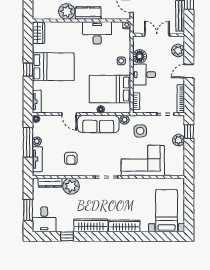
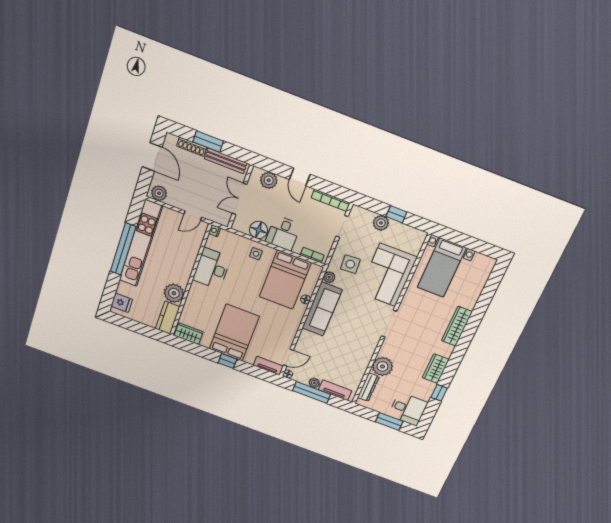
kitchen counter: (88, 13) -> (168, 318), moved
door: (69, 114) -> (288, 358), moved
window: (189, 132) -> (396, 214), moved
armchair: (71, 158) -> (350, 354), removed
bed with nightstands: (167, 211) -> (442, 268), moved, turned -90
wardrobe: (91, 225) -> (436, 369), width x0.67

